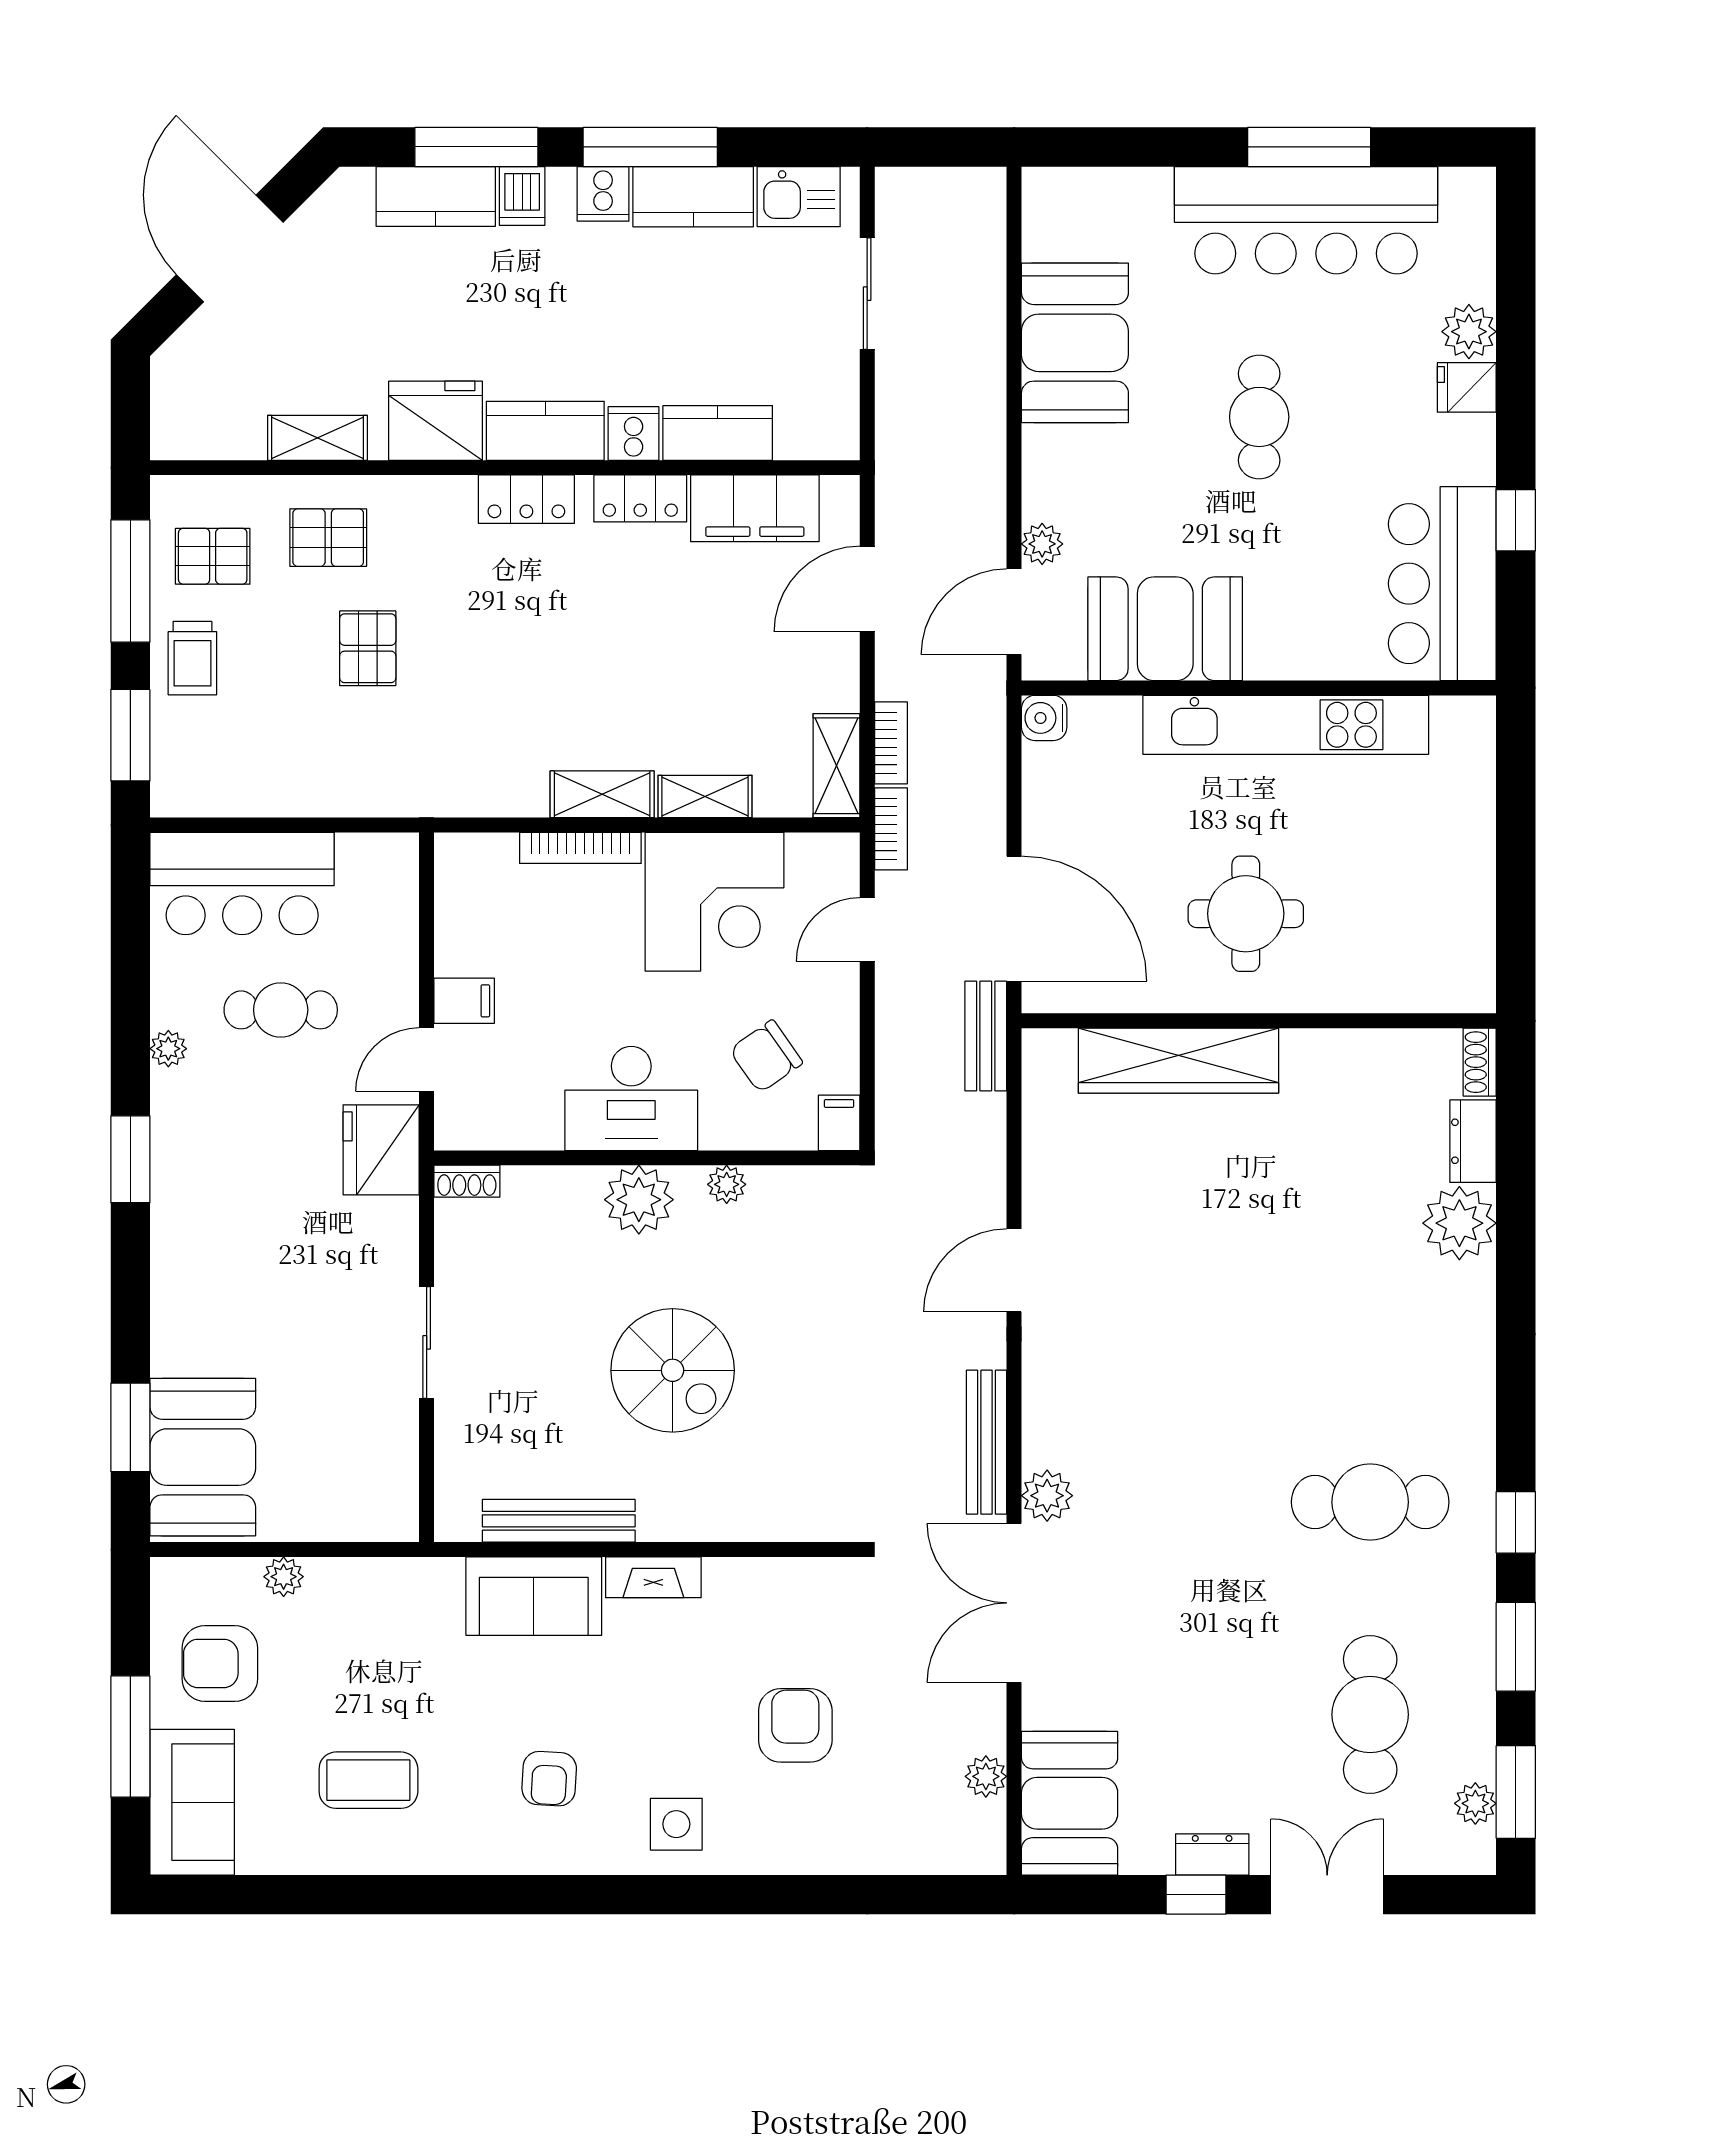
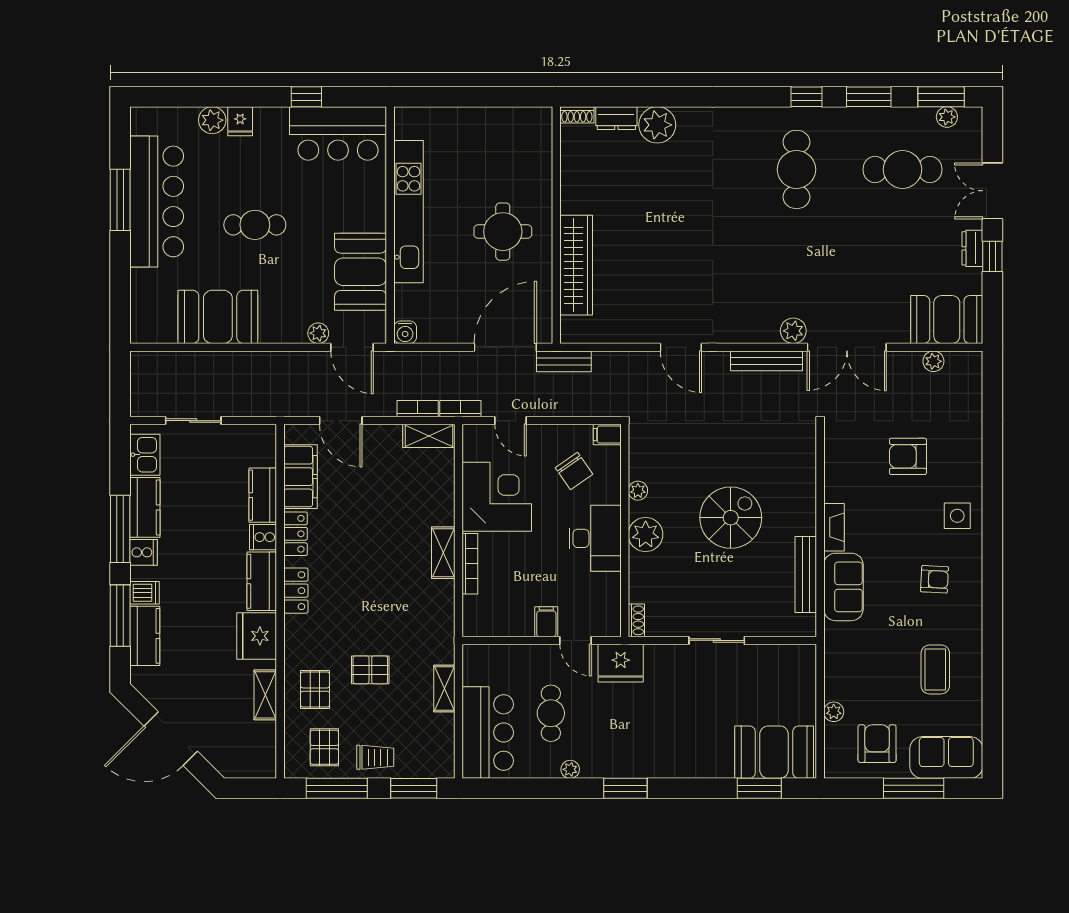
shelving: (705, 797) -> (444, 689), moved
armchair: (220, 1663) -> (877, 744), turned 180

